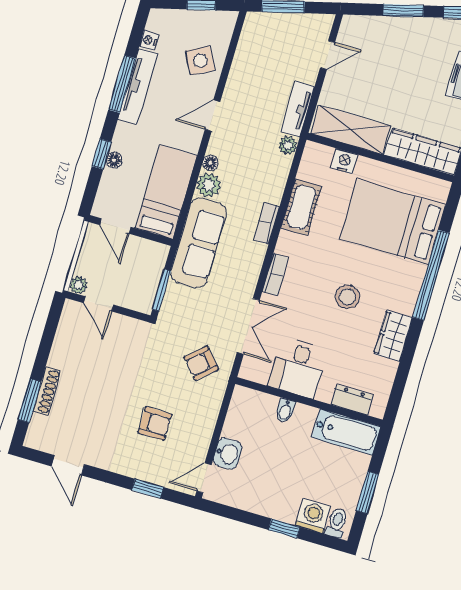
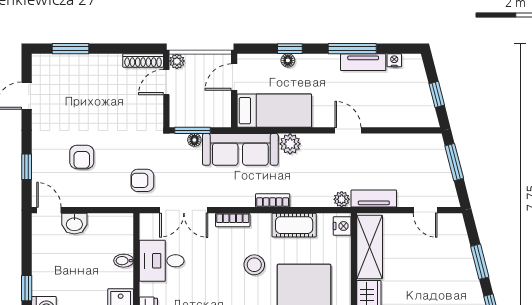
side table: (200, 60) -> (390, 107), removed
tv unit: (138, 86) -> (363, 62), width x0.71
nightstand: (344, 161) -> (342, 226), moved
floor lamp: (210, 163) -> (194, 140), moved
stool: (347, 297) -> (254, 265), moved
armchair: (201, 363) -> (142, 180), turned -48
shoe rack: (47, 391) -> (143, 60), moved

